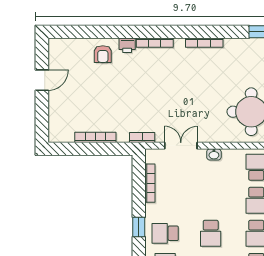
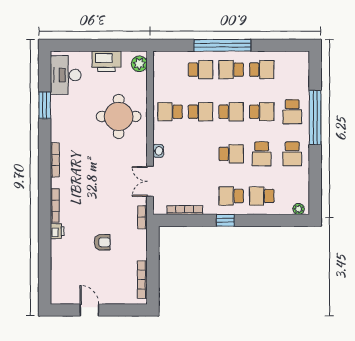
armchair: (103, 54) -> (102, 242), moved
bookcase: (95, 137) -> (142, 280), moved
school desk: (165, 233) -> (231, 196), turned 90

